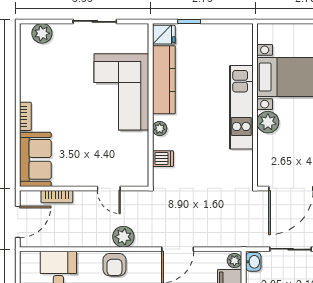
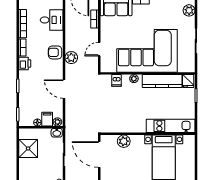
corner sofa: (121, 92) -> (147, 51), width x1.36, depth x1.36
kitchen unit: (241, 107) -> (171, 126), moved
plant: (268, 122) -> (124, 141), moved

